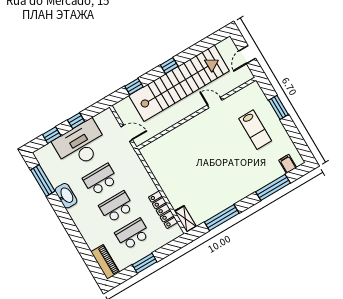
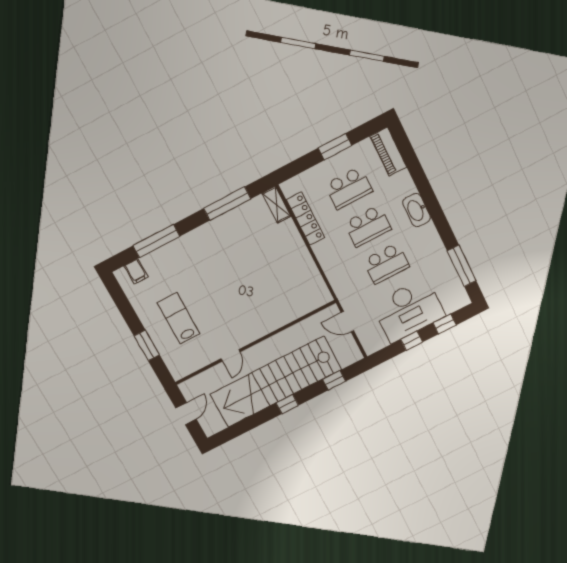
door: (215, 103) -> (231, 355), hinge flipped
washbasin: (66, 196) -> (417, 210), moved

